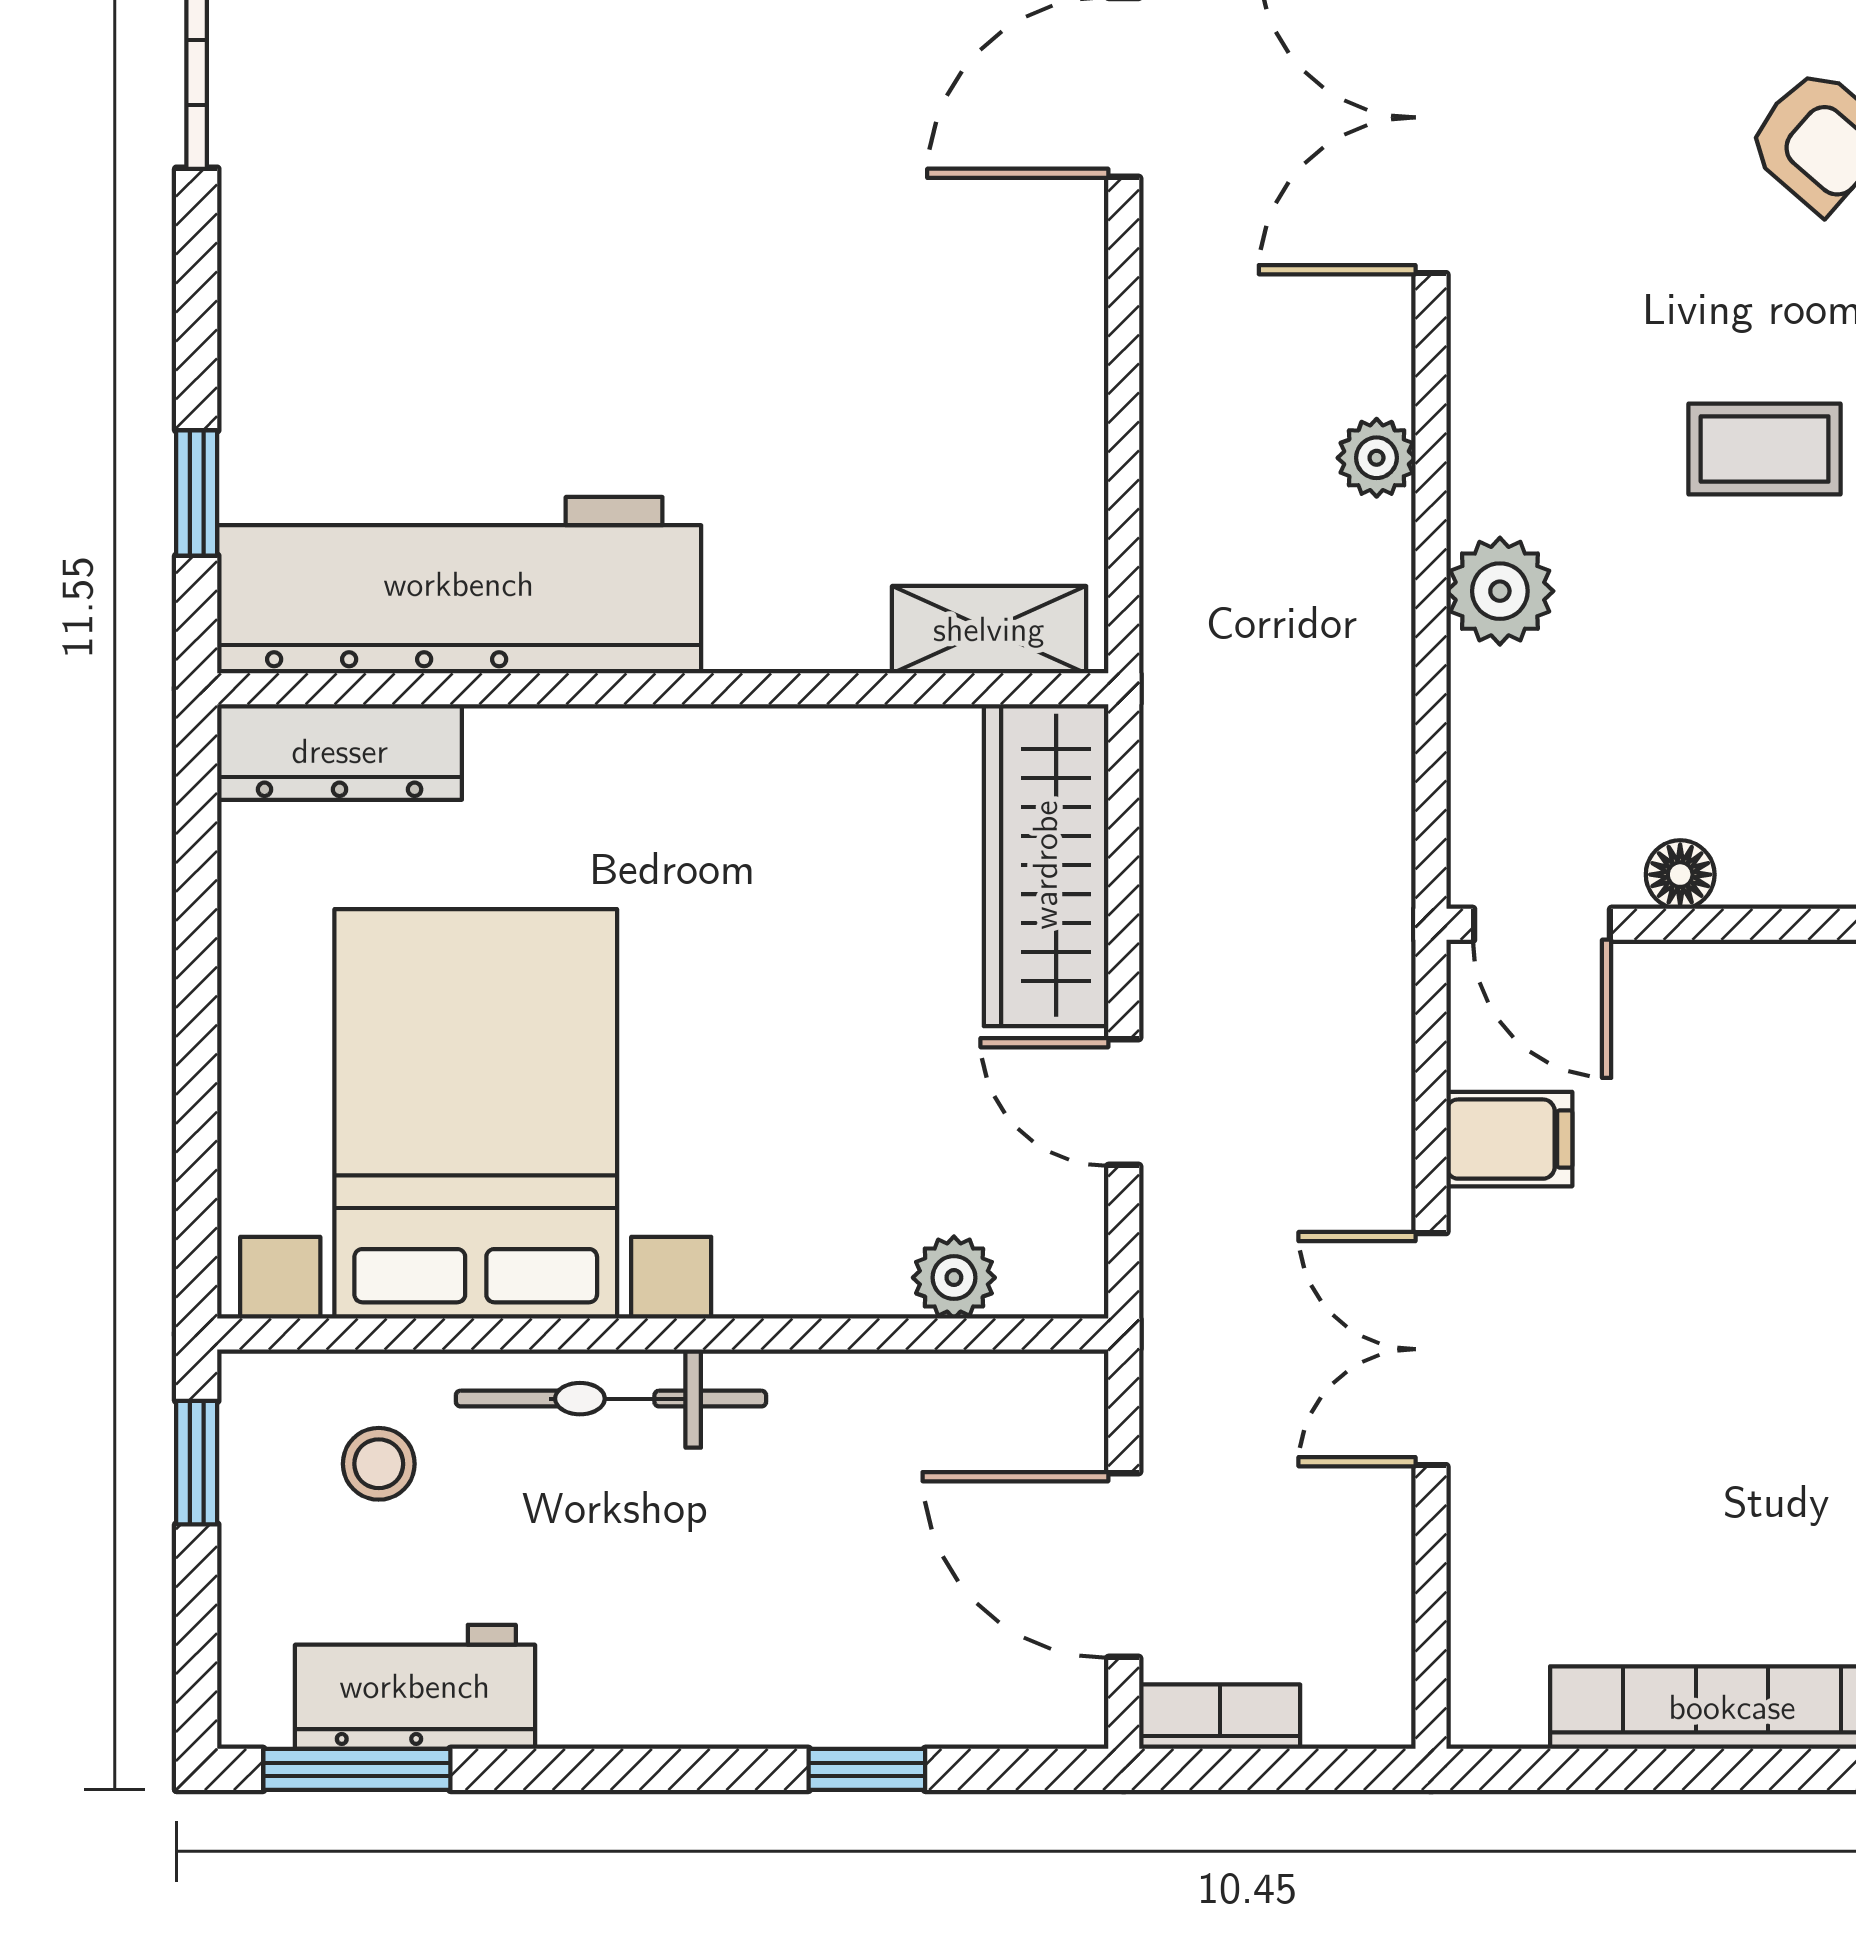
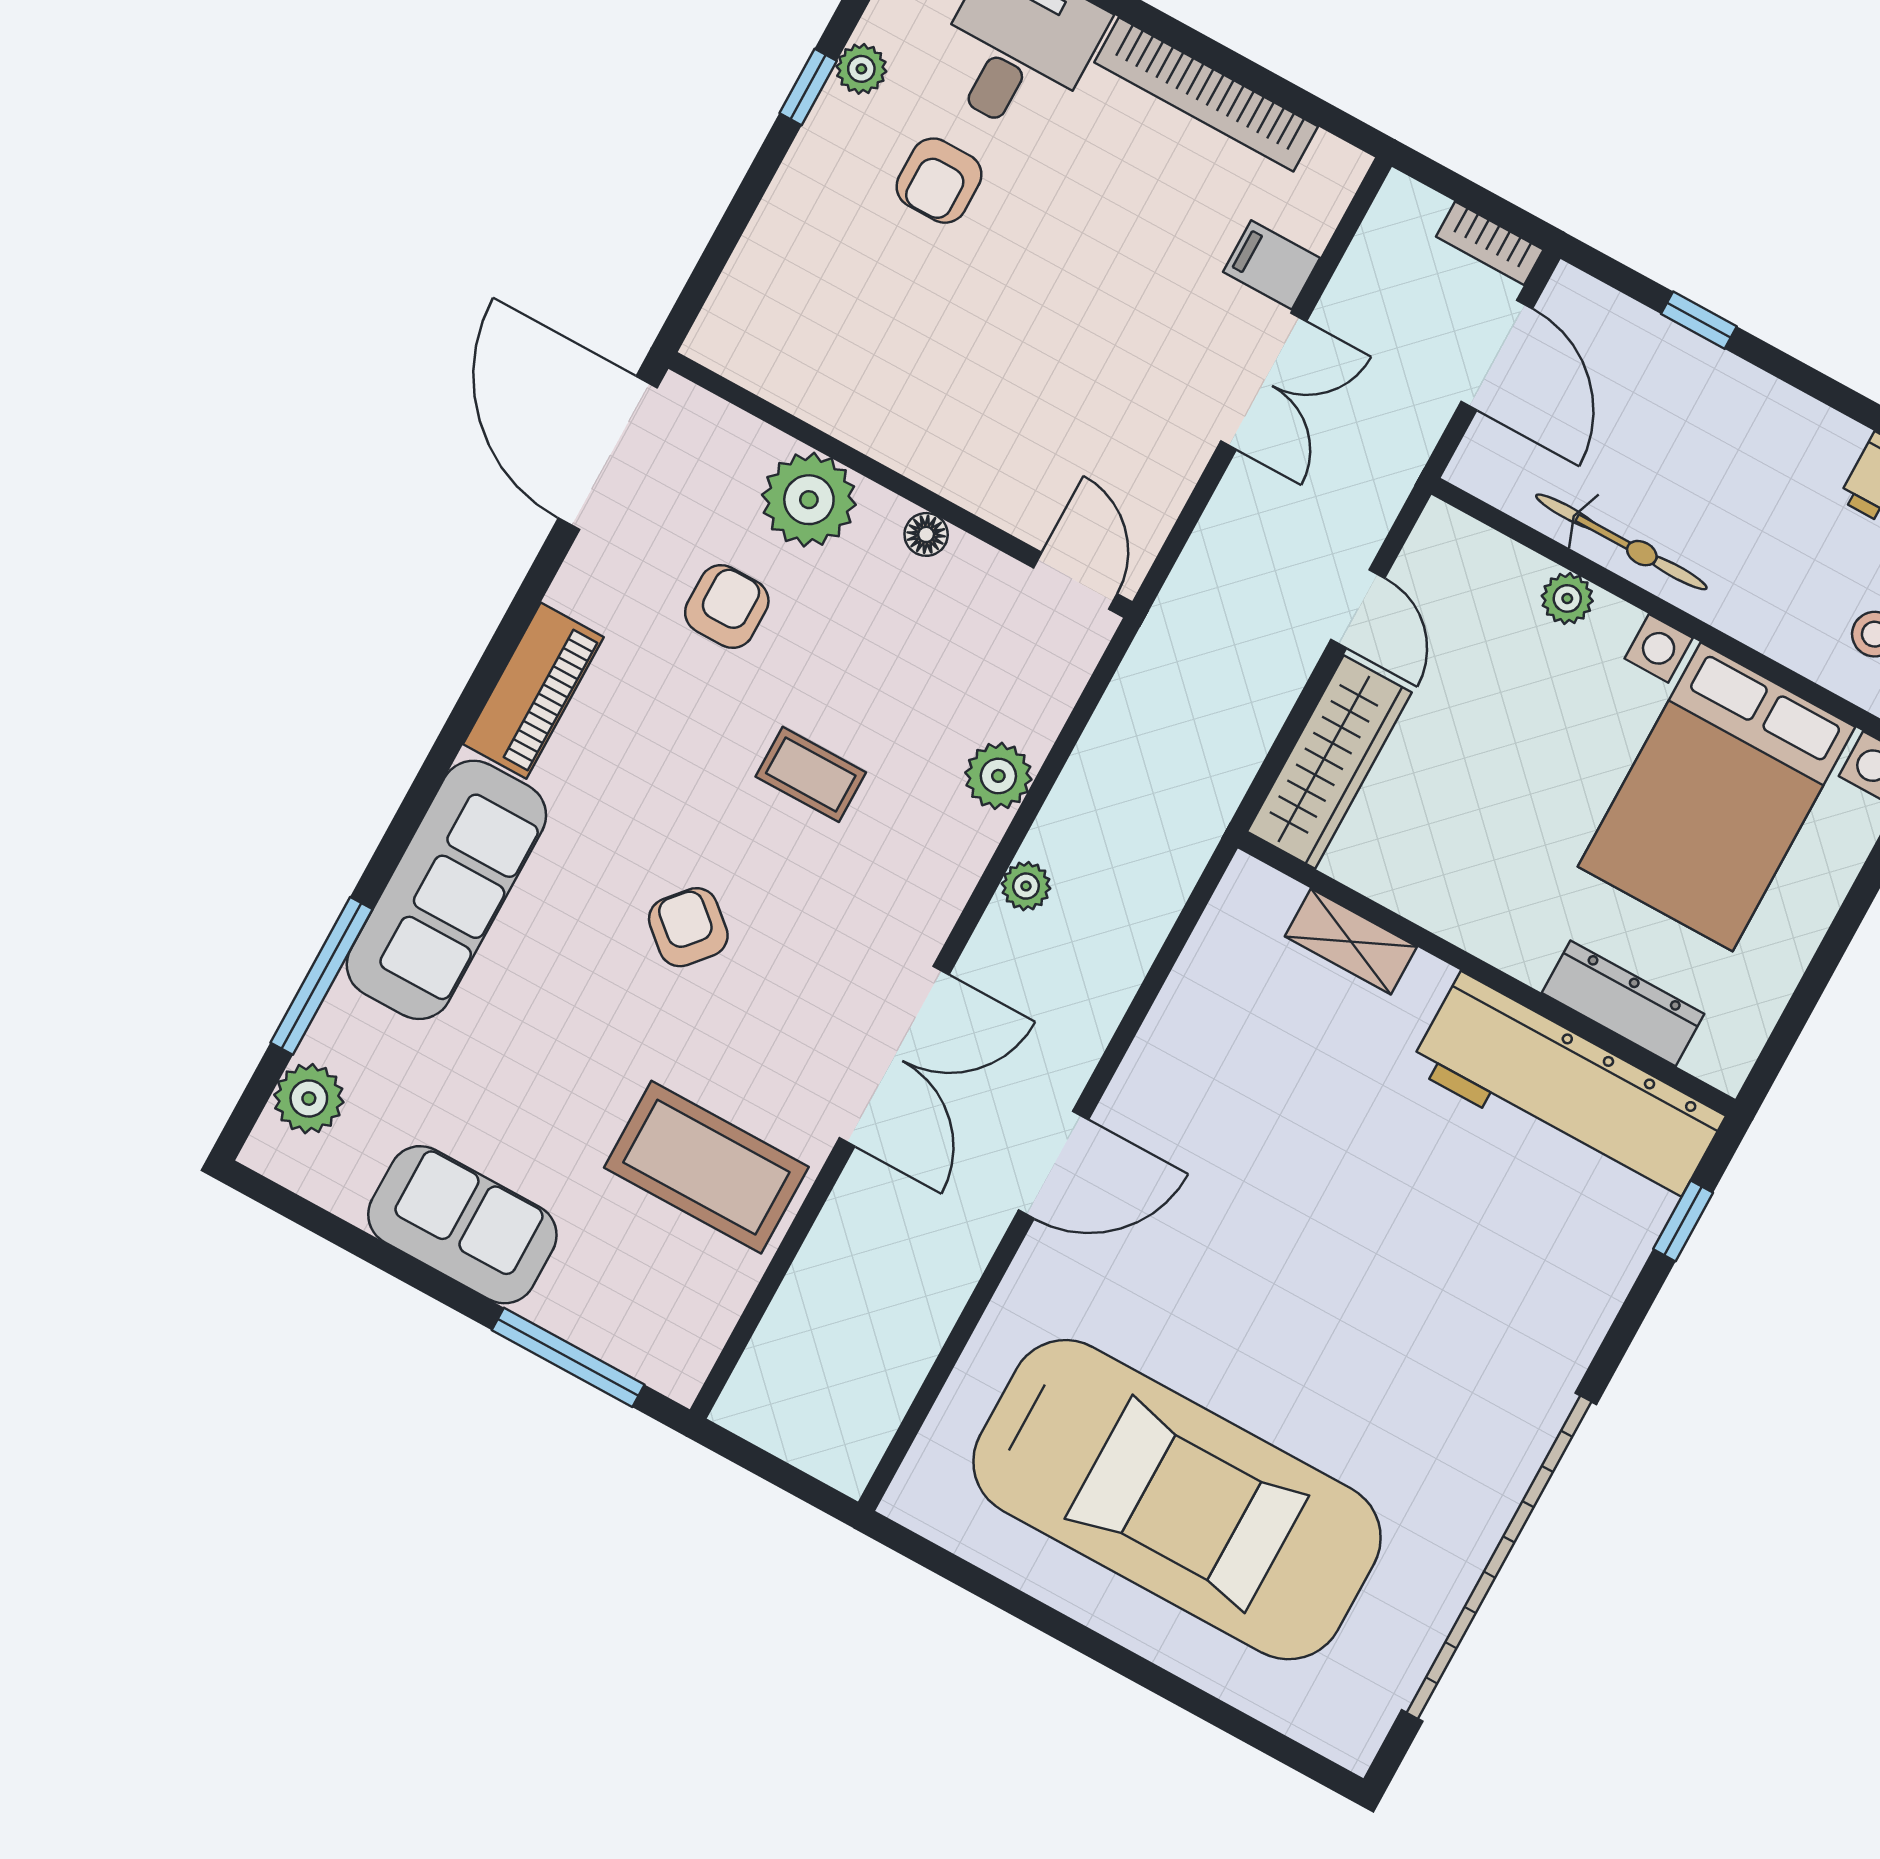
shelving: (989, 630) -> (1351, 941), moved
dresser: (340, 752) -> (1623, 1003), moved
floor lamp: (1680, 875) -> (926, 534), moved
filing cabinet: (1509, 1139) -> (1272, 265), moved
plant: (954, 1278) -> (1567, 598), moved
bicycle: (611, 1399) -> (1621, 542), moved

